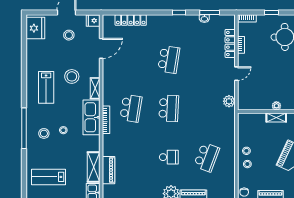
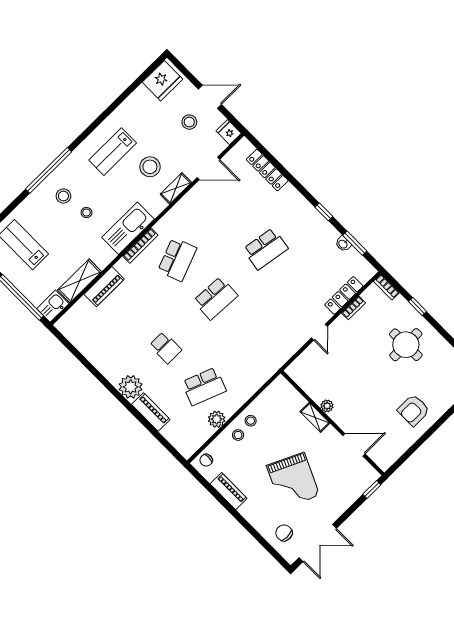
door: (236, 74) -> (319, 332), hinge flipped
shelving: (95, 88) -> (176, 188), moved
plant: (229, 101) -> (217, 419), moved
school desk: (131, 108) -> (177, 259), turned -30
piano: (109, 170) -> (104, 287), moved

